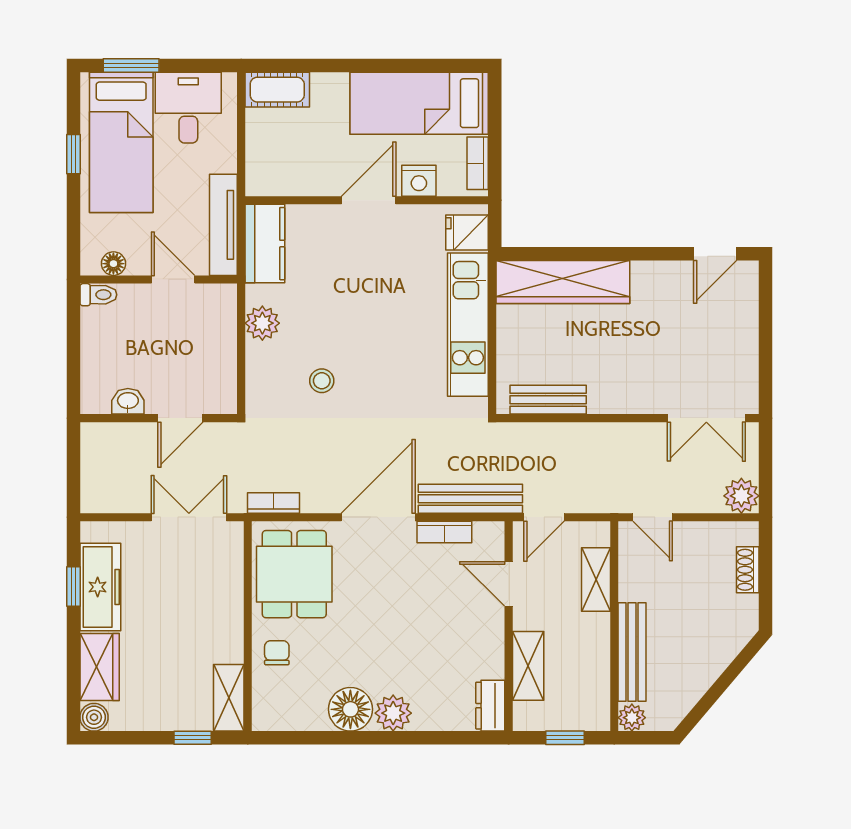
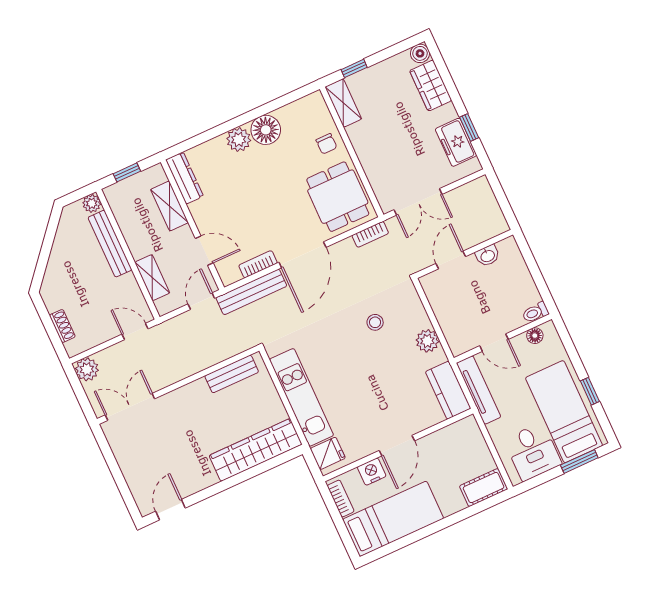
freezer: (100, 587) -> (456, 142), width x0.71
dresser: (490, 706) -> (185, 178), width x1.44

